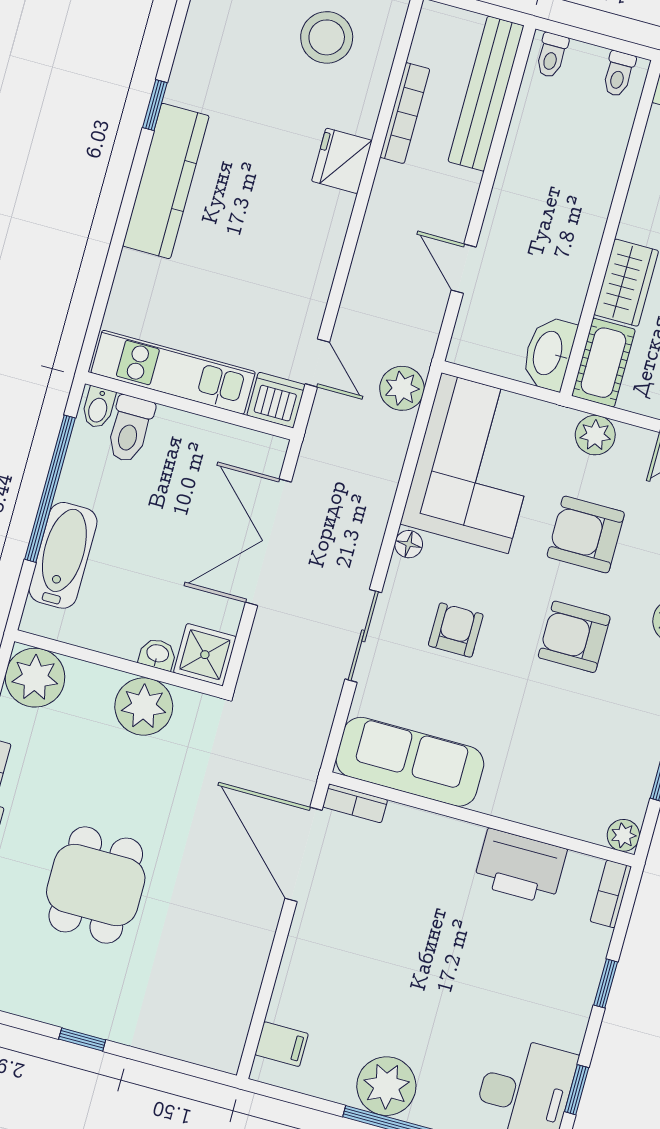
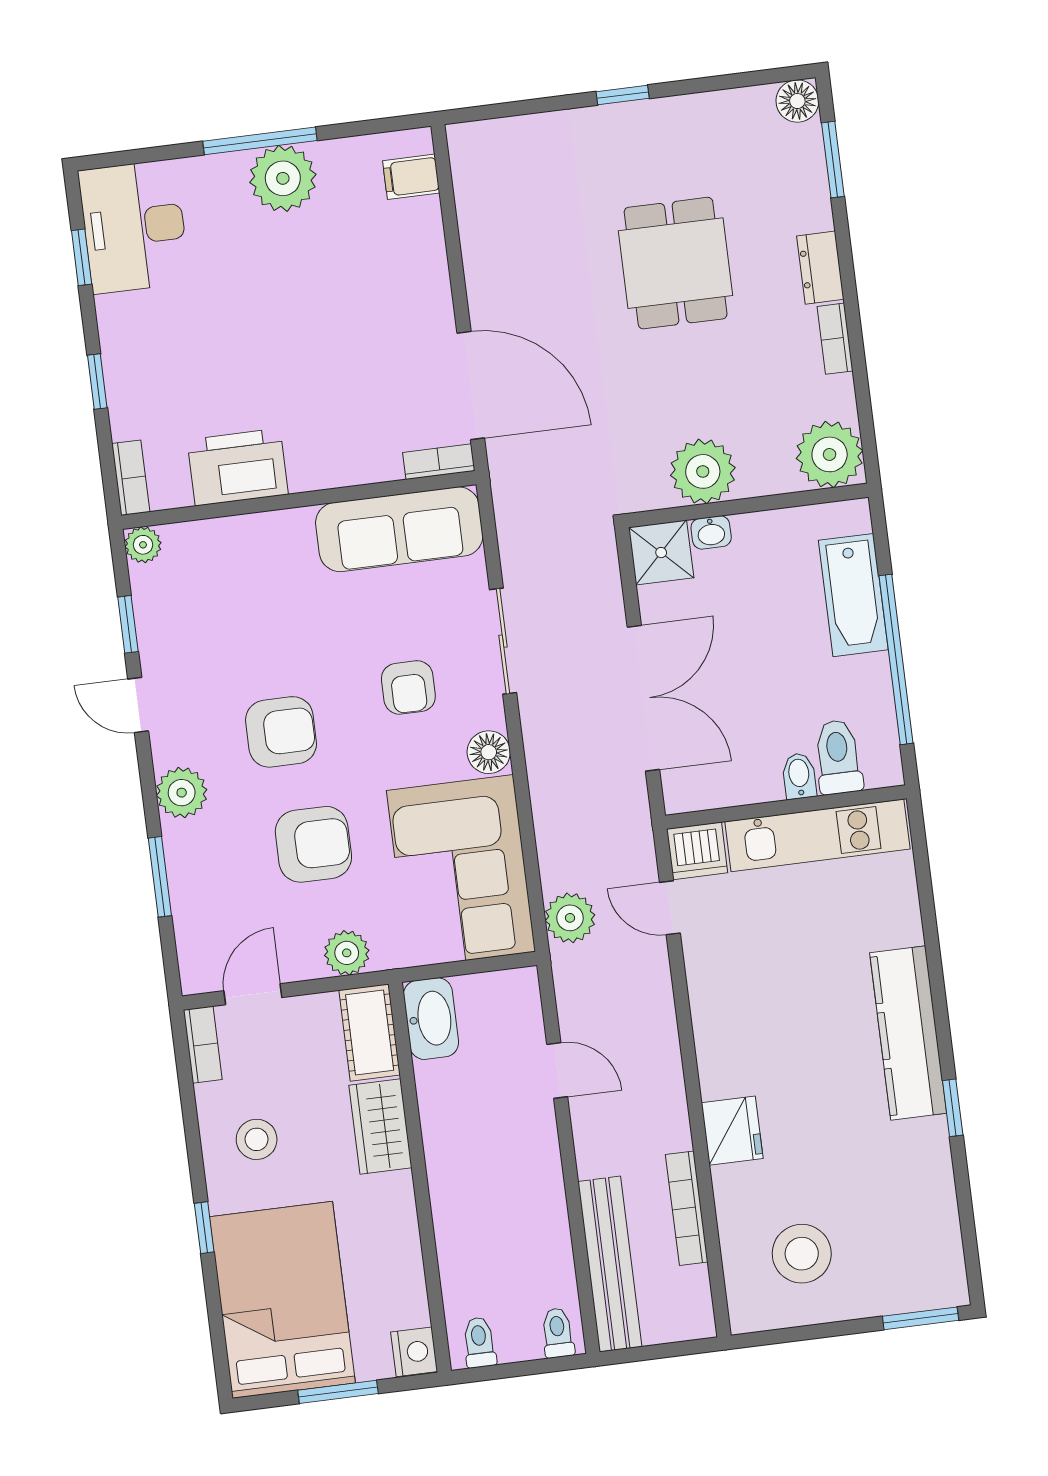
bidet: (98, 408) -> (799, 776), moved
floor lamp: (409, 544) -> (489, 752), width x1.37, depth x1.37

